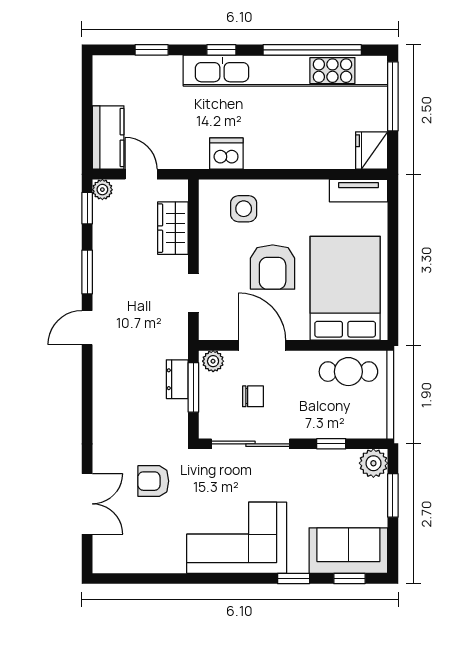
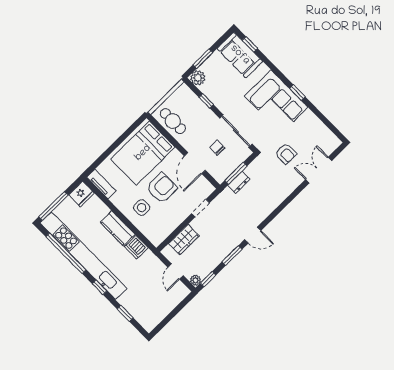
kitchen counter: (108, 137) -> (118, 228), moved, turned -90
side table: (244, 209) -> (142, 208), moved
plant: (213, 361) -> (219, 176), removed
window: (294, 579) -> (297, 92), moved

